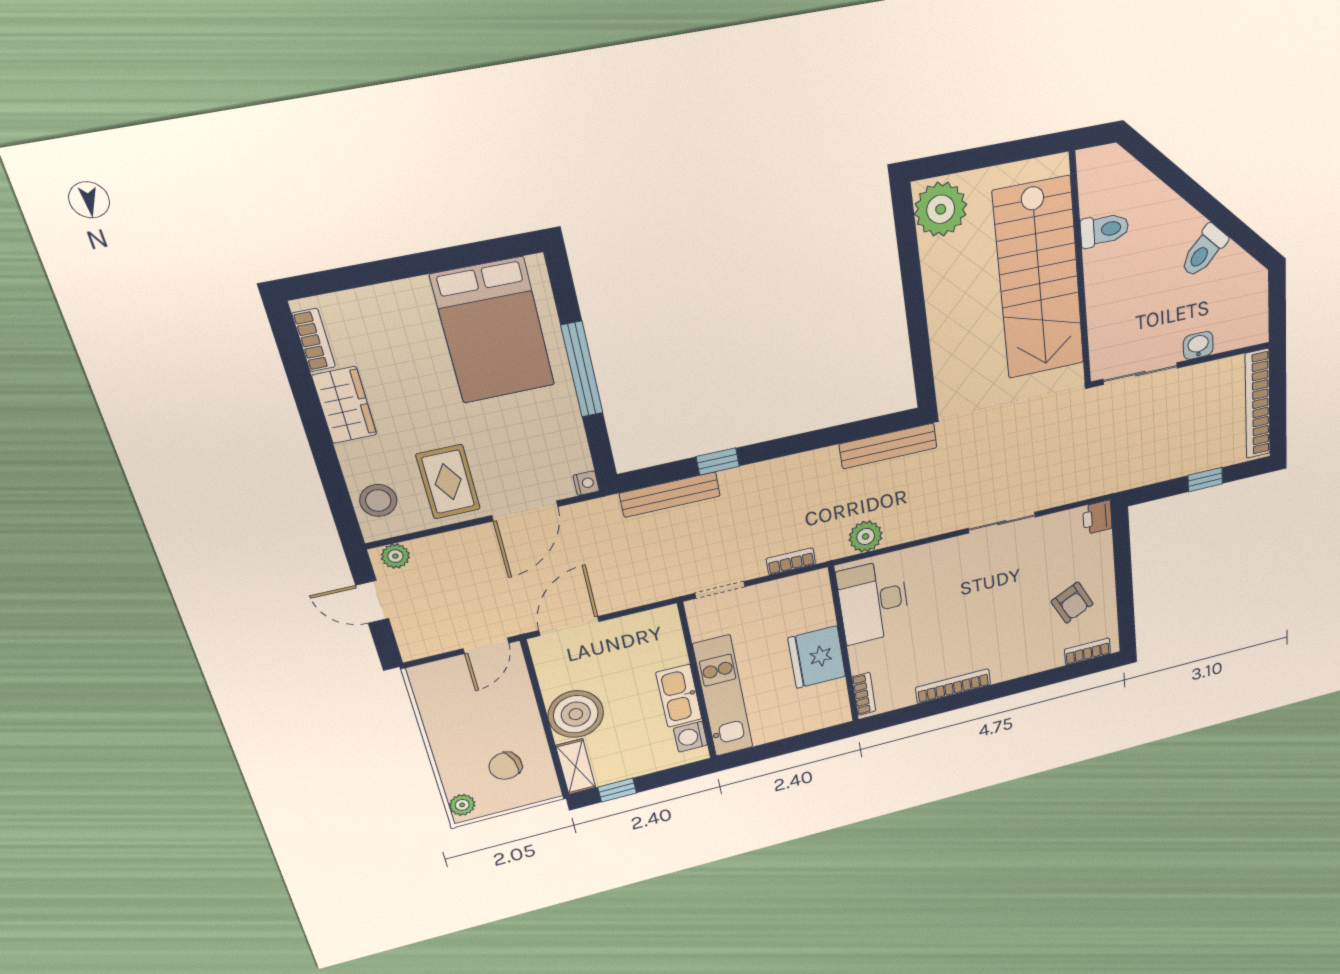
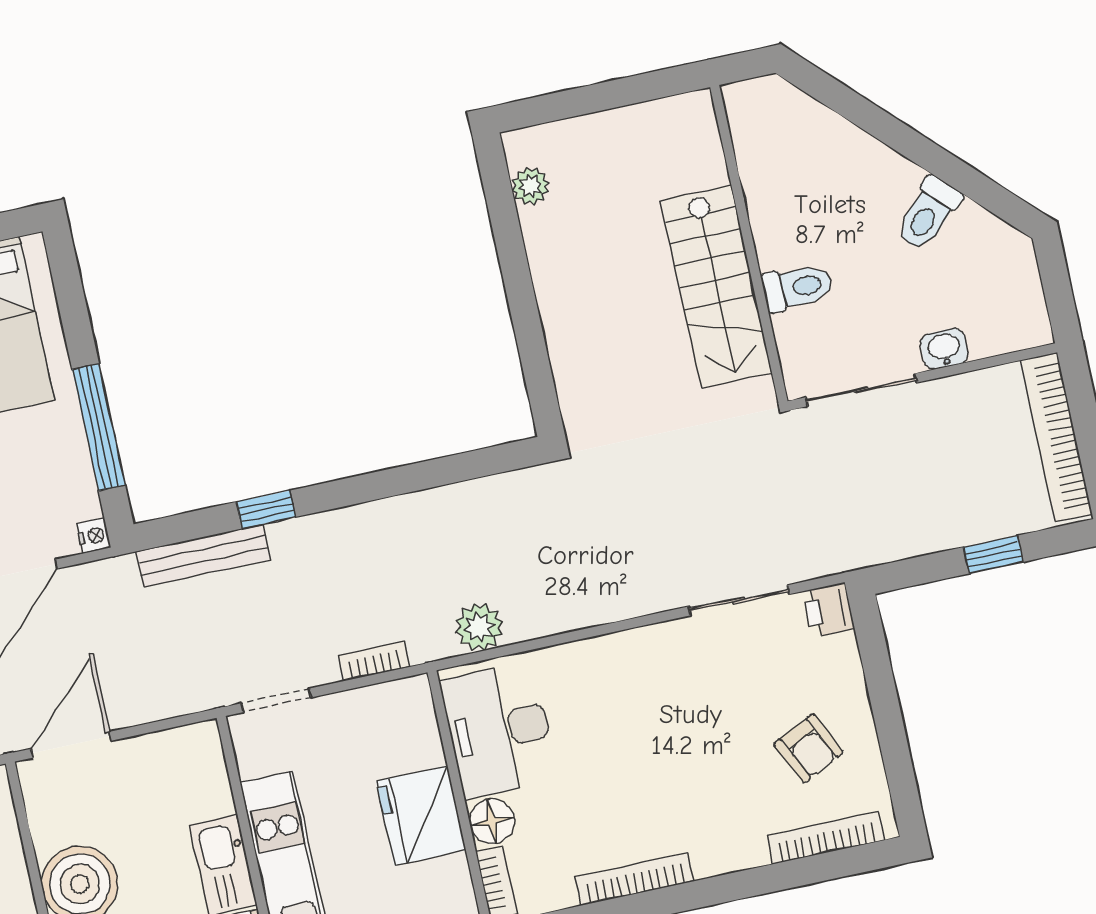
plant: (941, 209) -> (530, 186), width x0.53, depth x0.53
toilet: (1104, 230) -> (798, 287), moved
stairs: (1039, 279) -> (716, 287), width x0.73, depth x0.66
window: (582, 369) -> (99, 427), moved
bench: (888, 446) -> (501, 492), removed
sliding door: (1002, 523) -> (739, 600), moved
bookcase: (1088, 651) -> (826, 838), width x1.56
floor lamp: (864, 658) -> (492, 821), added

